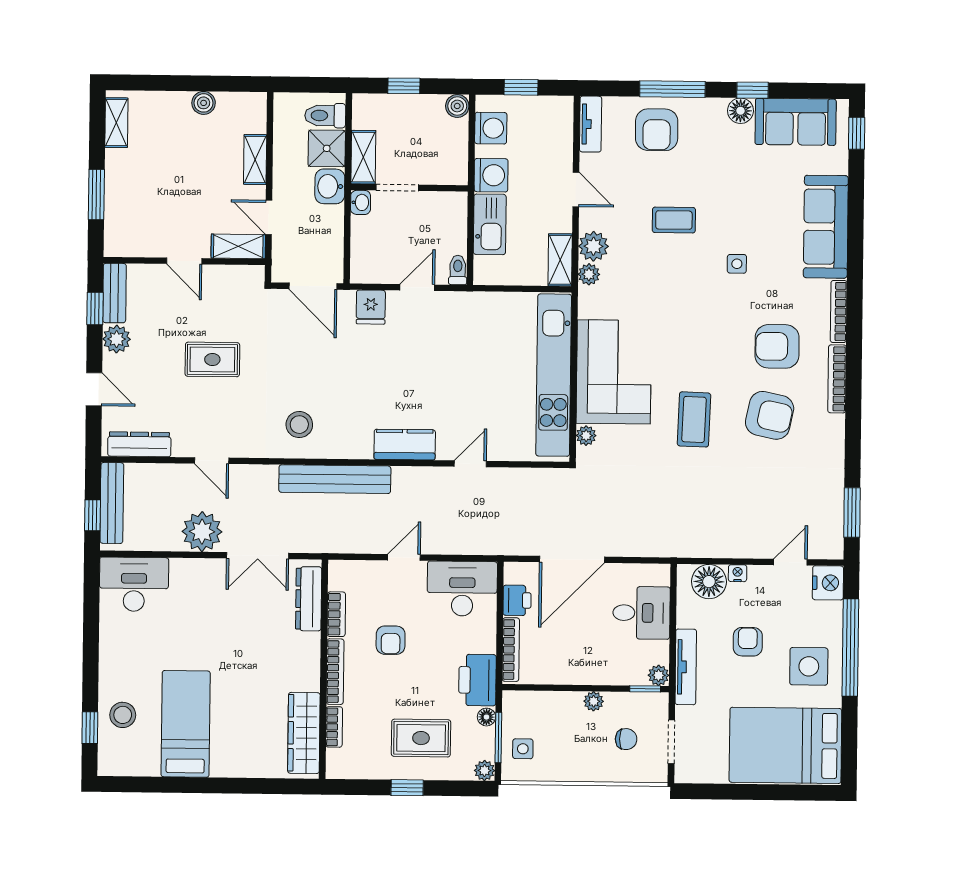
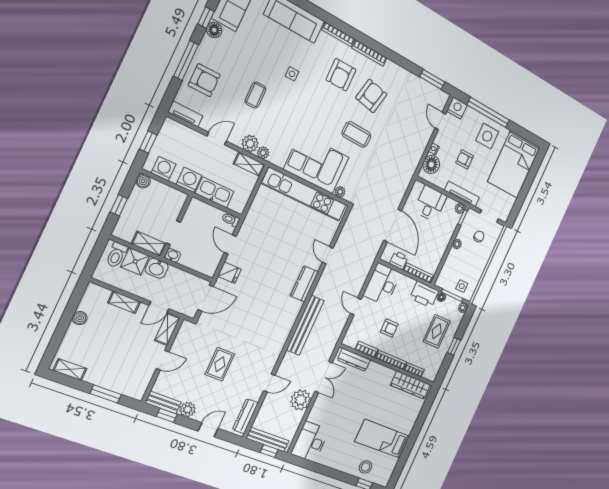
stool: (299, 425) -> (271, 333), removed

